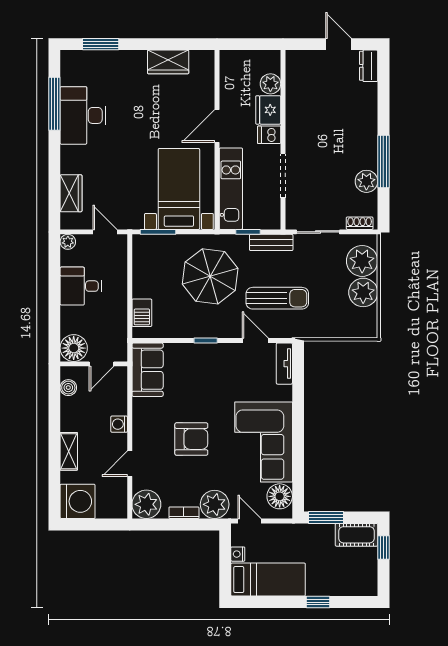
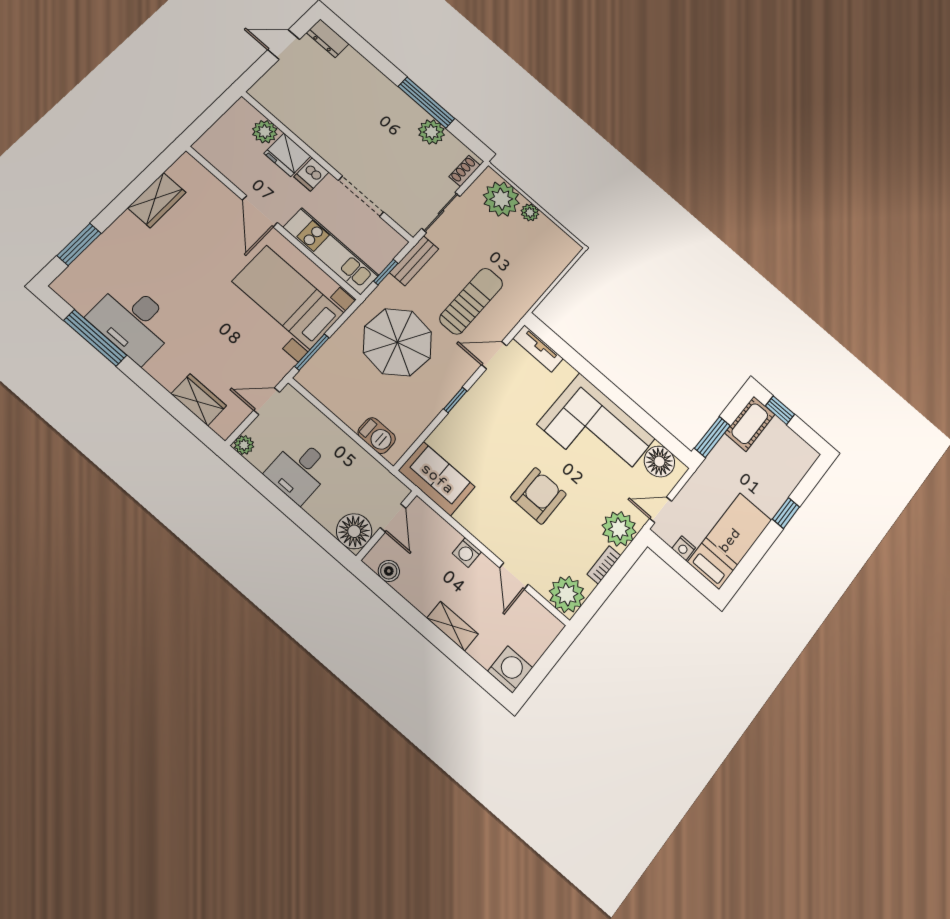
plant: (363, 292) -> (530, 212), width x0.53, depth x0.53
washing machine: (78, 501) -> (510, 669), width x0.73, depth x0.73

